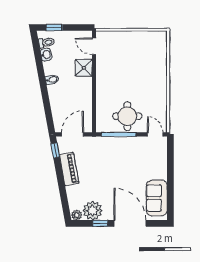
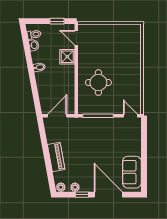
window: (54, 27) -> (57, 21), moved
round table: (127, 116) -> (98, 83), moved
window: (55, 150) -> (42, 130), removed
piano: (69, 169) -> (56, 157), moved
plant: (92, 211) -> (75, 187), width x0.53, depth x0.53

